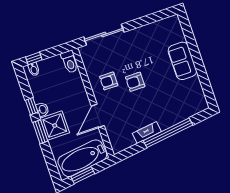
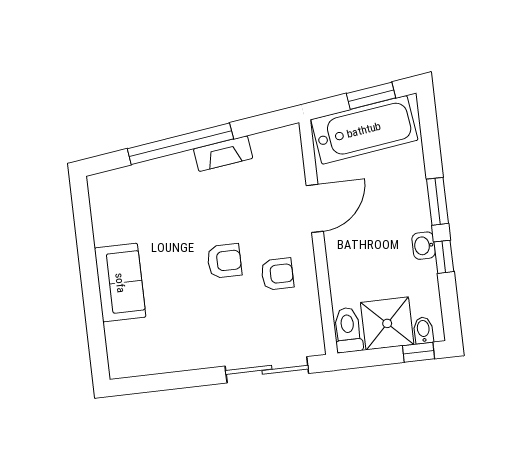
shower: (55, 126) -> (387, 323), moved

